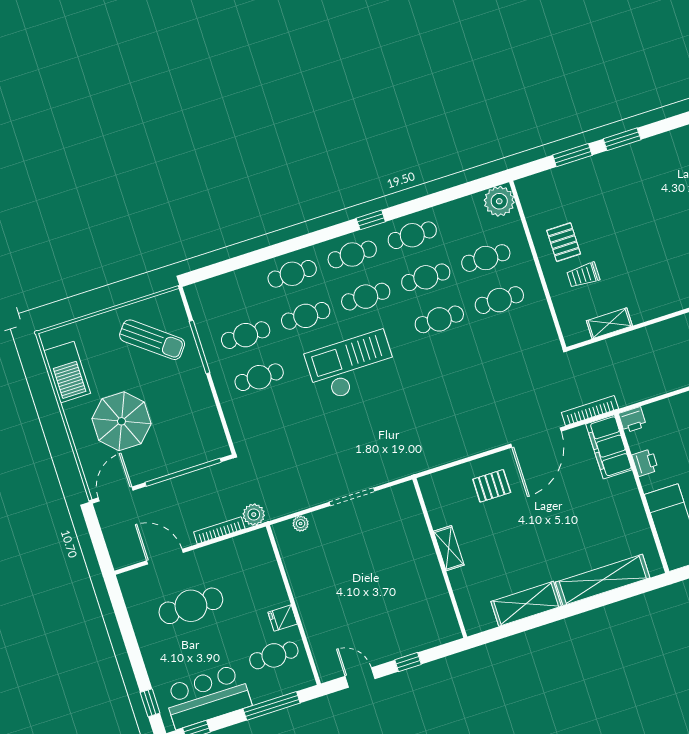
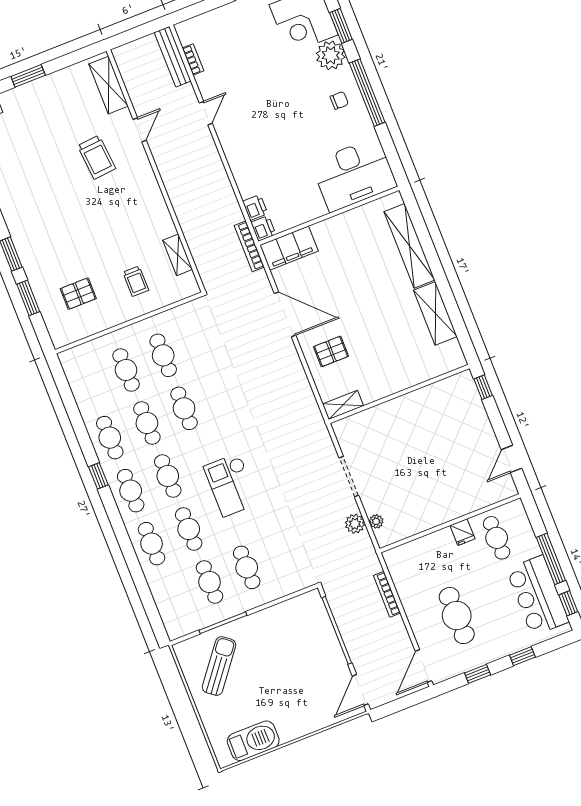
plant: (499, 201) -> (74, 361), removed
pallet: (564, 242) -> (78, 294), moved
checkout: (351, 366) -> (231, 485), width x0.73, depth x0.83
bookcase: (590, 411) -> (249, 246), moved
parasol: (121, 421) -> (294, 689), removed
printer: (645, 463) -> (255, 207), moved, turned 90
pallet: (492, 486) -> (331, 351), turned 90
door: (116, 494) -> (360, 690), hinge flipped
plant: (254, 515) -> (355, 524), moved
shelving: (449, 548) -> (343, 405), moved
door: (165, 557) -> (424, 666), moved
window: (125, 625) -> (478, 674), added
window: (408, 662) -> (483, 387), moved
window: (150, 703) -> (522, 656), moved
window: (272, 706) -> (551, 559), moved

